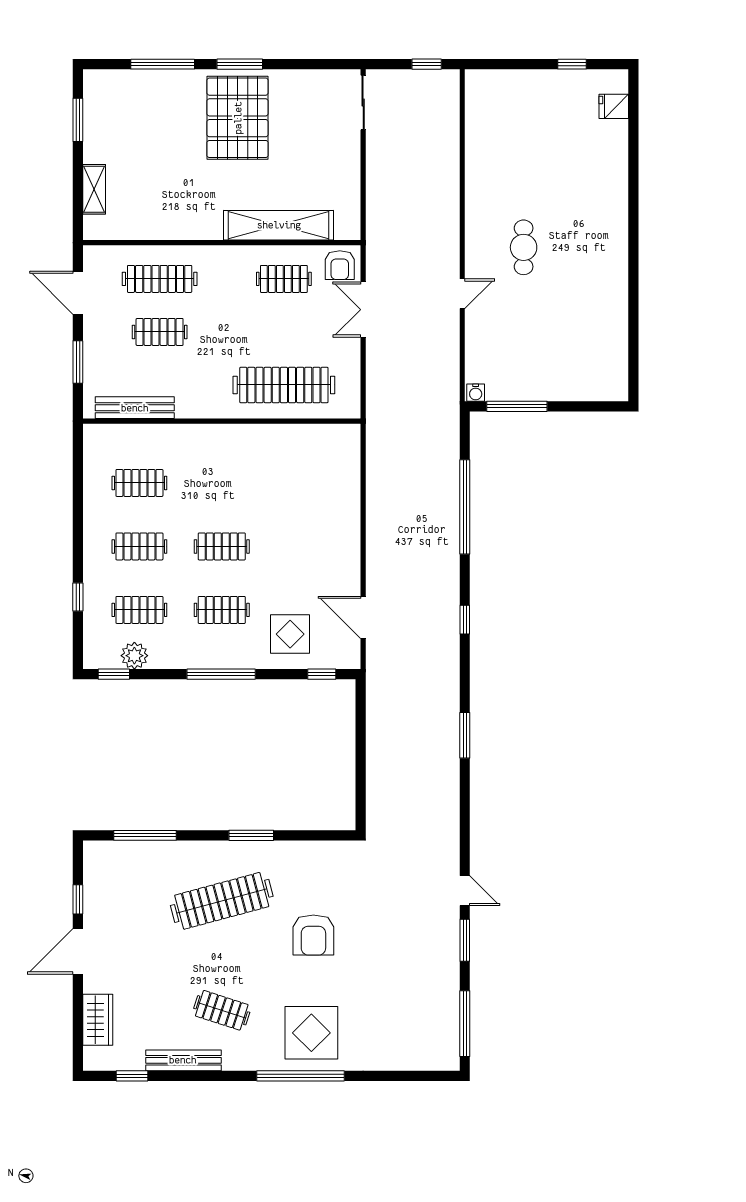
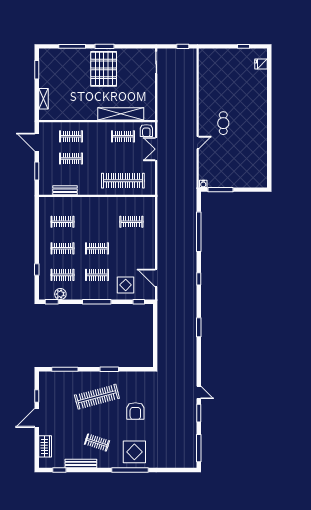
clothes rail: (160, 279) -> (71, 136), width x0.73
bench: (135, 408) -> (65, 190), width x0.73
clothes rail: (304, 483) -> (131, 222), added

